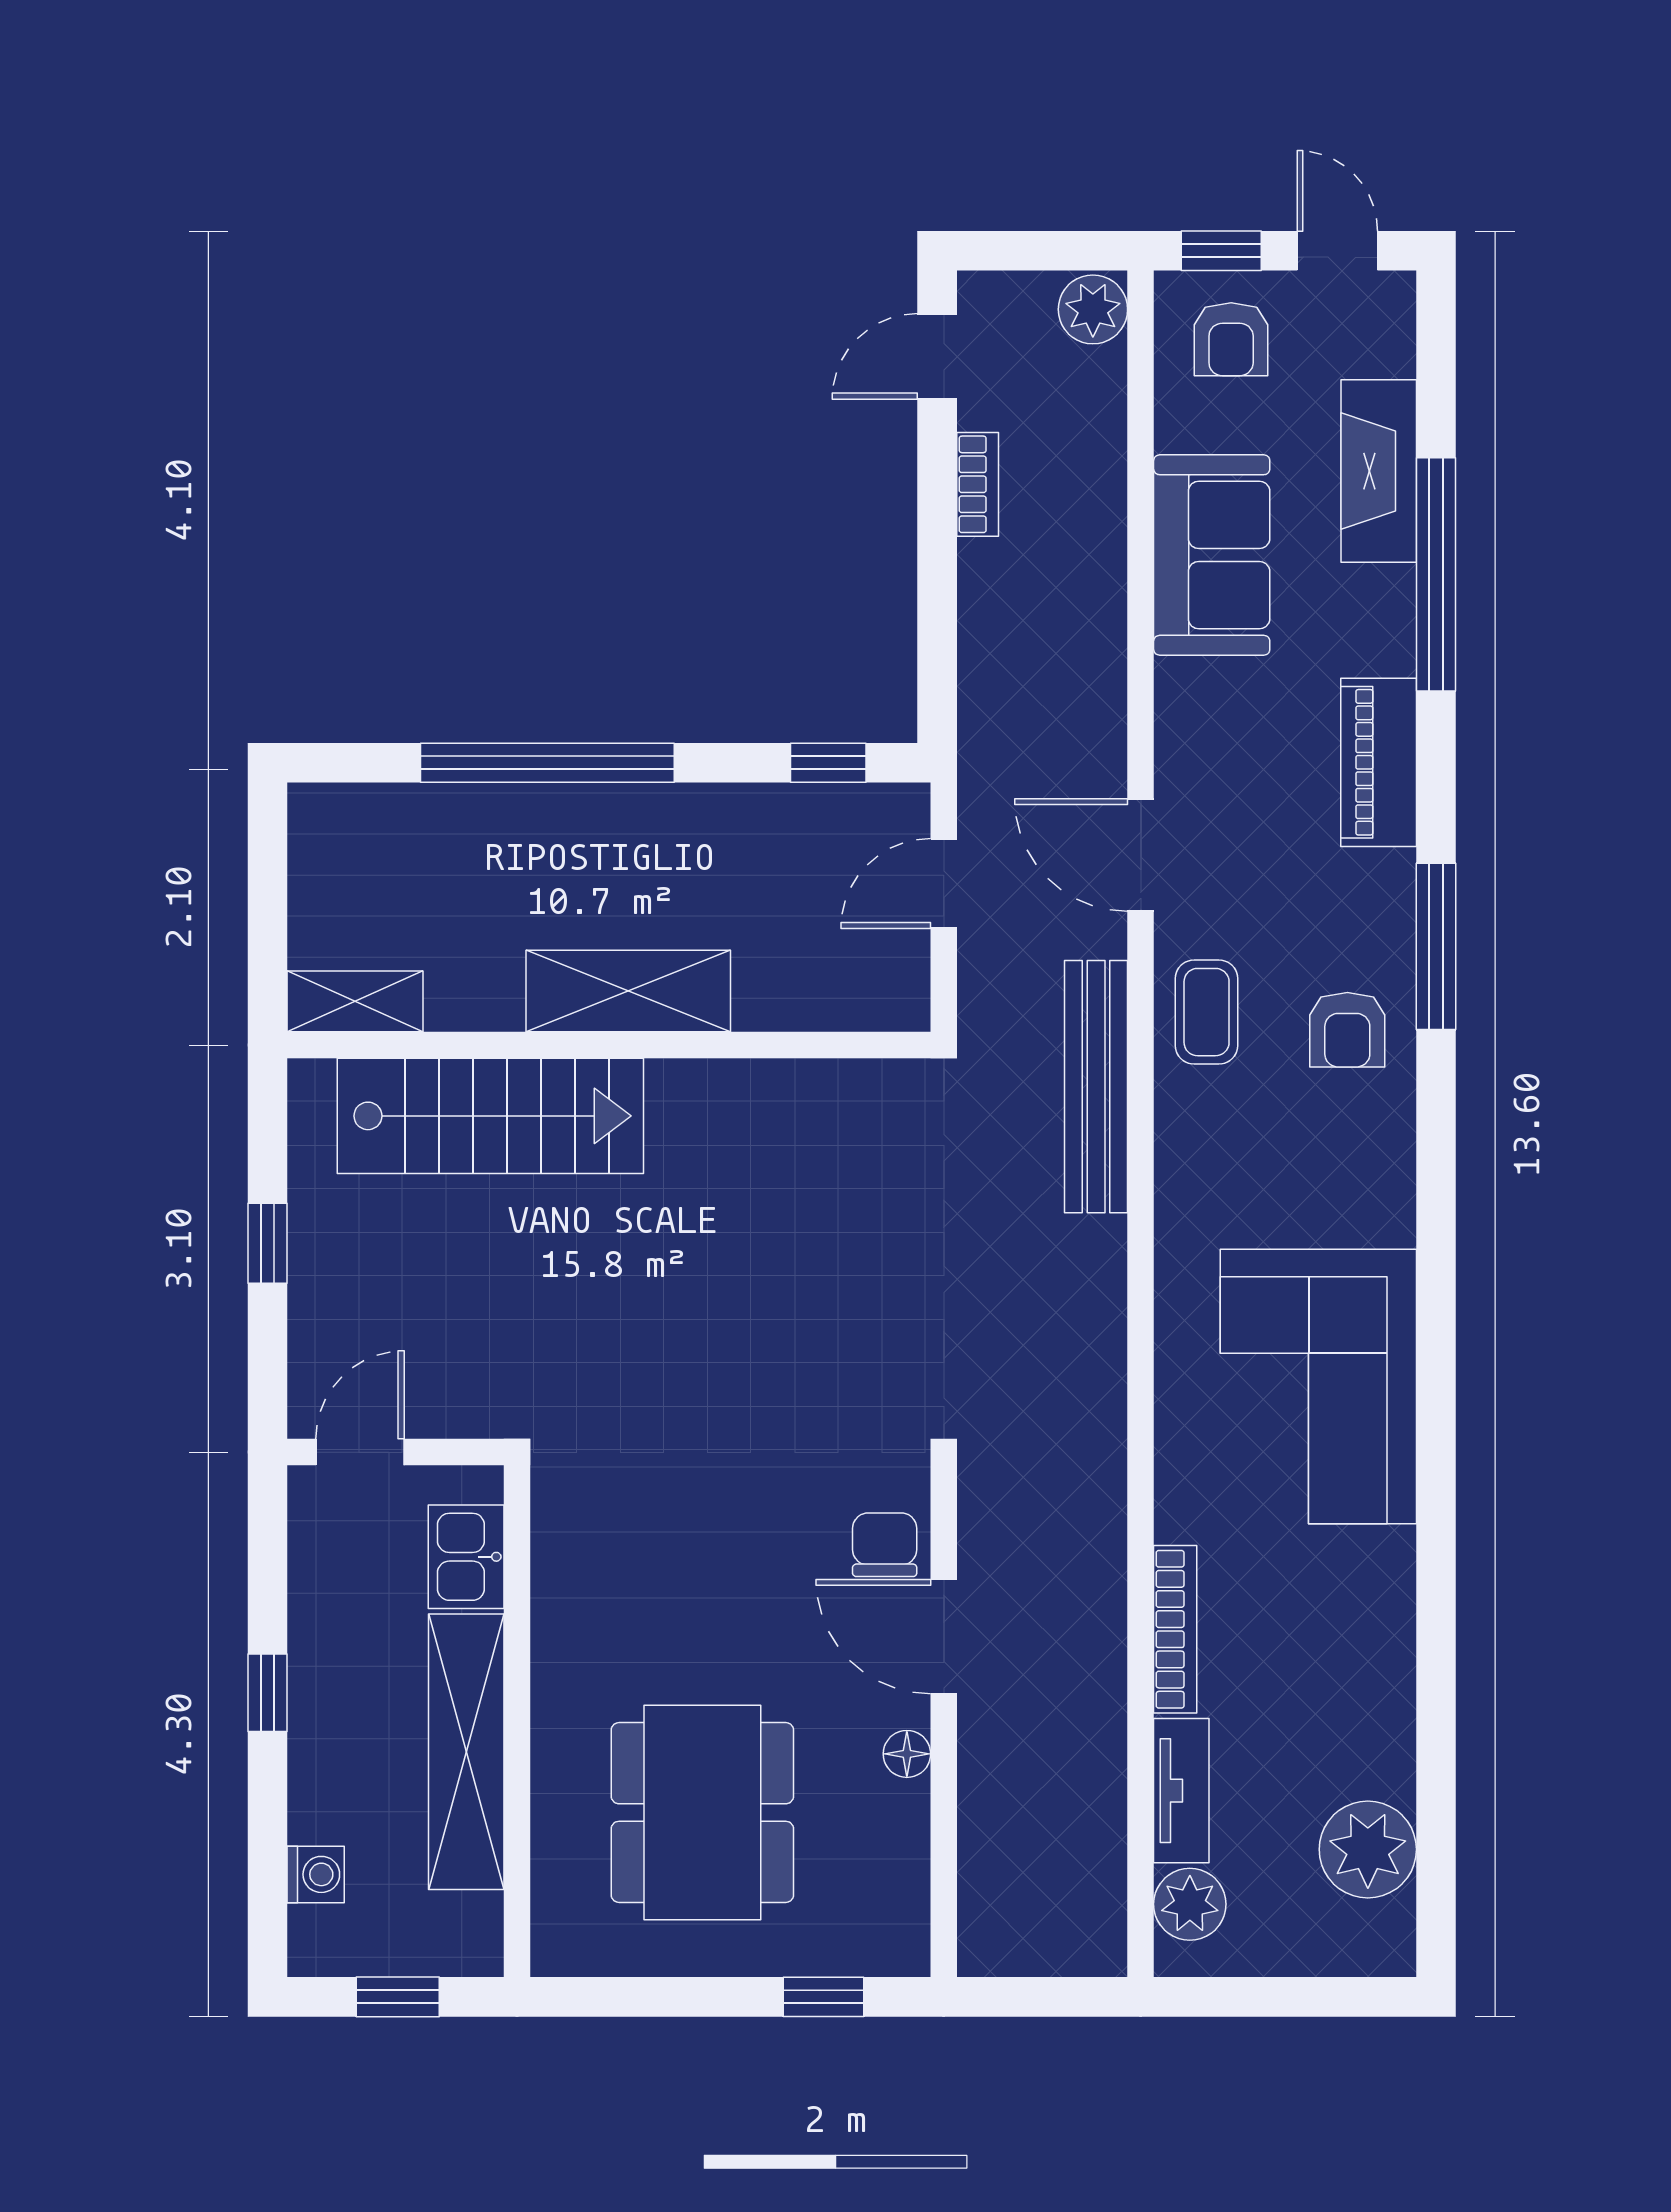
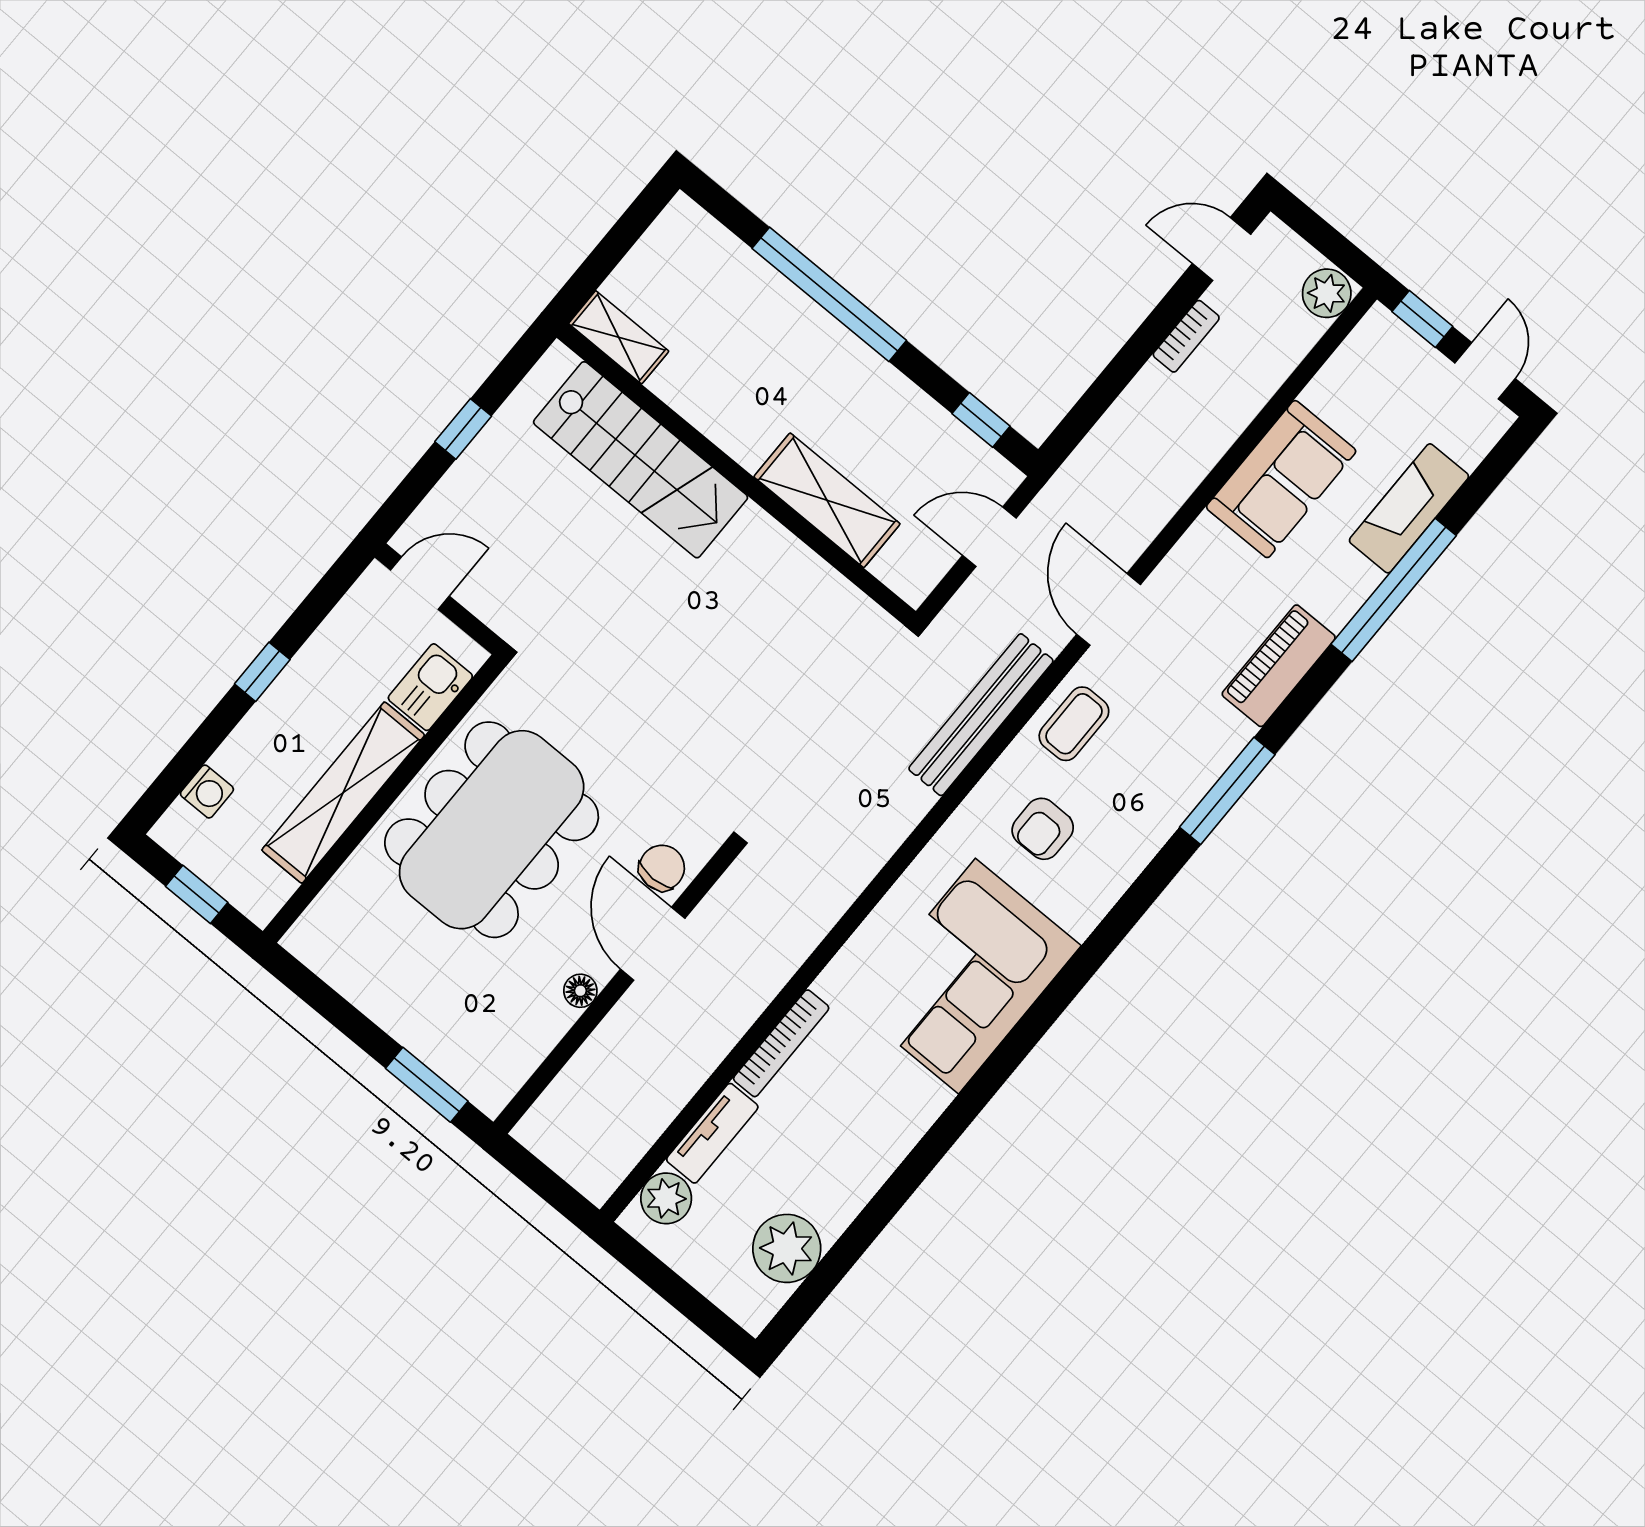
armchair: (1231, 339) -> (1388, 371), removed
shelving: (628, 991) -> (827, 500), moved
armchair: (1347, 1030) -> (1043, 829), moved
dining table: (702, 1813) -> (492, 830), moved, width x1.36, depth x1.24
window: (824, 1997) -> (427, 1085), width x1.50

